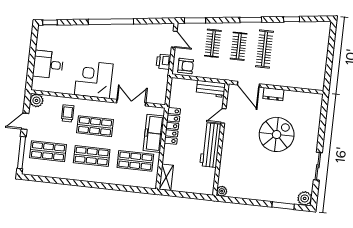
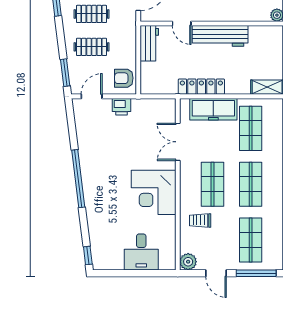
armchair: (186, 66) -> (124, 78), turned -90

